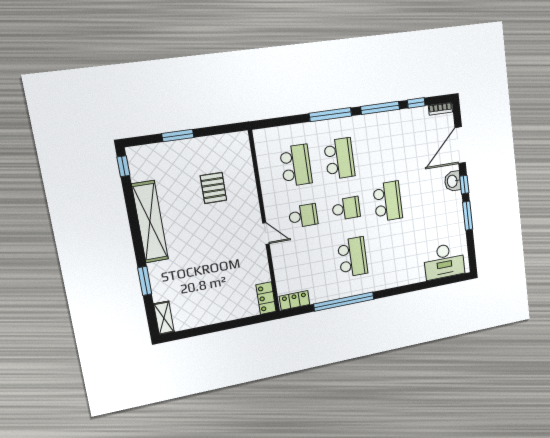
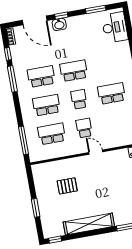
window: (330, 115) -> (23, 140), moved
school desk: (382, 152) -> (41, 77), added
window: (468, 216) -> (96, 9), moved
door: (266, 233) -> (96, 152), hinge flipped

